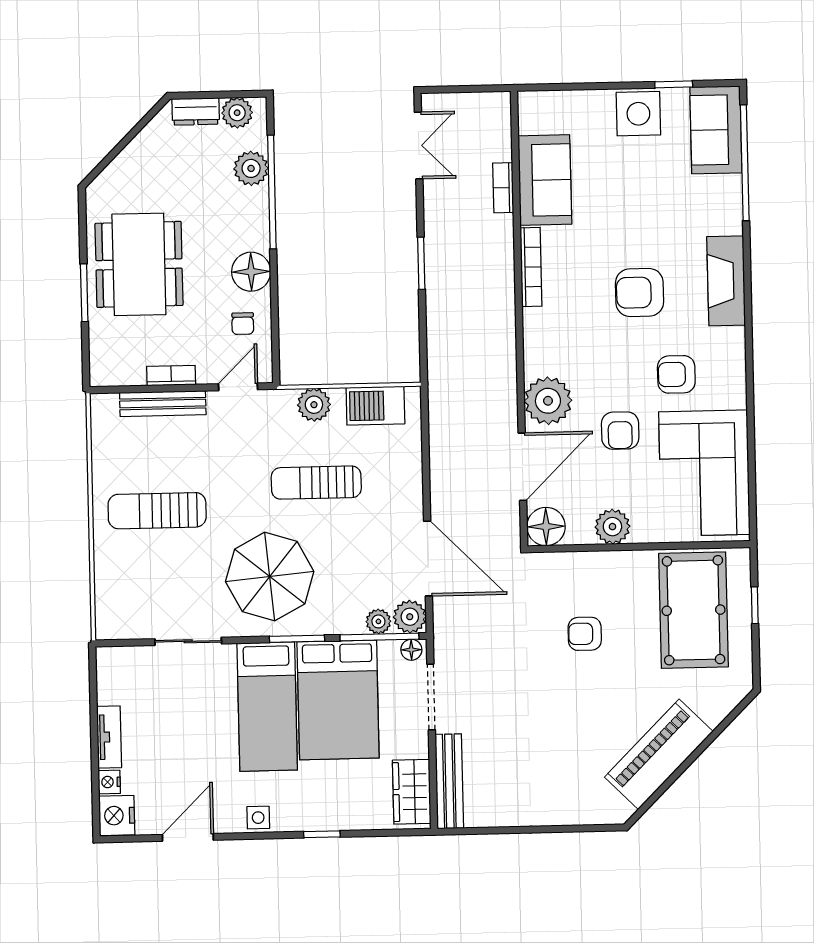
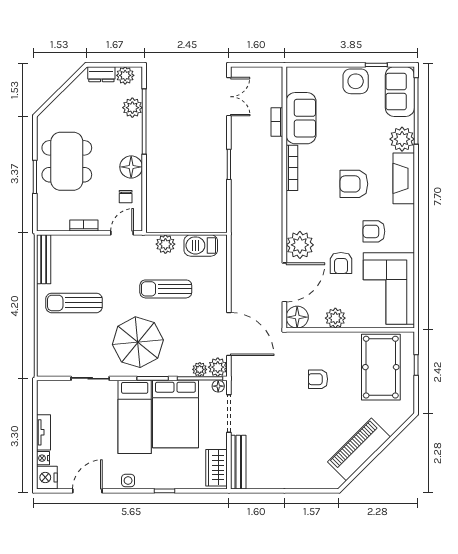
plant: (721, 212) -> (402, 139), added
bench: (163, 404) -> (44, 259), moved, turned 90

